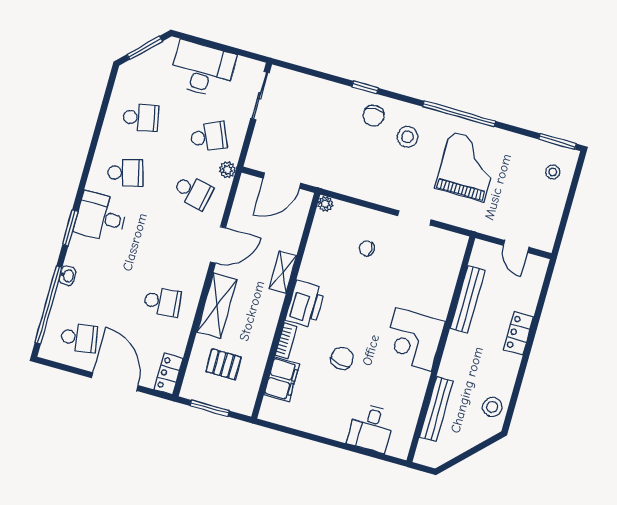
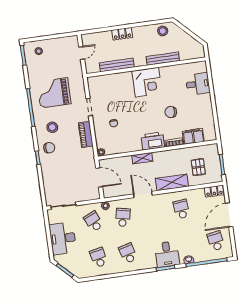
piano: (369, 190) -> (86, 134), added
desk: (101, 217) -> (167, 254), moved
bench: (436, 409) -> (163, 59), moved

